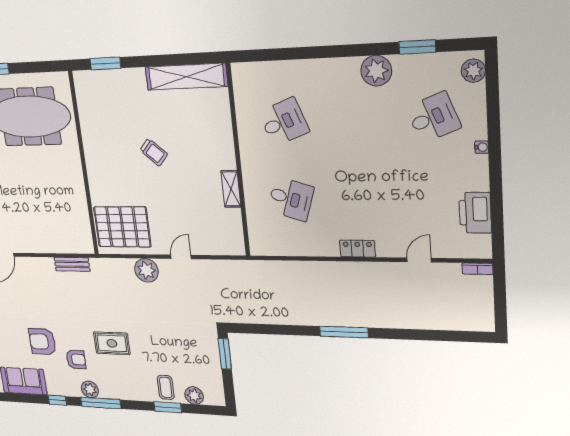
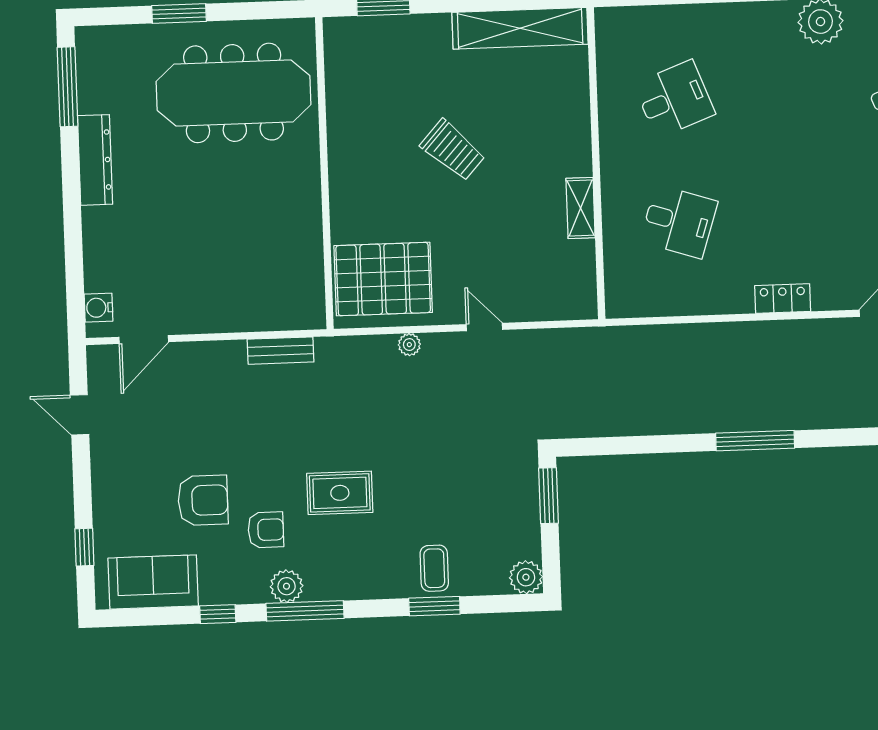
trolley: (154, 152) -> (453, 150), width x1.36, depth x1.39
door: (181, 257) -> (484, 327), hinge flipped
plant: (146, 270) -> (409, 345), width x0.53, depth x0.53
armchair: (42, 342) -> (203, 500), turned 180
plant: (194, 396) -> (526, 577), moved

